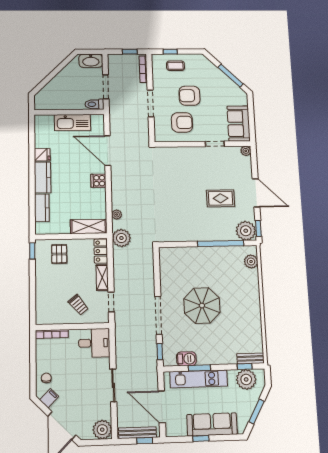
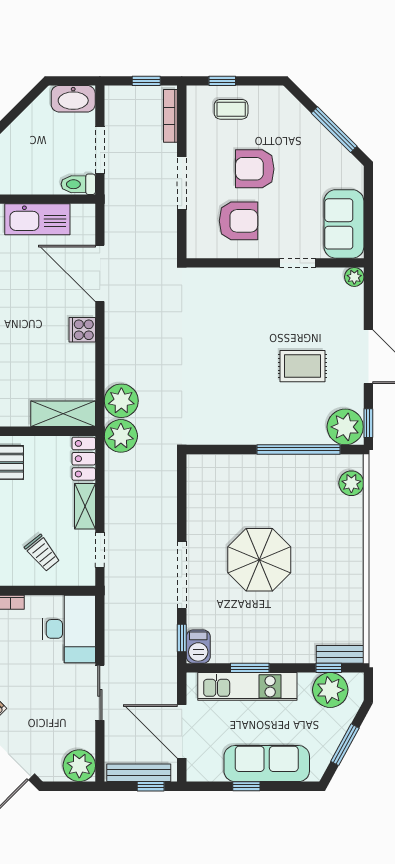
plant: (117, 215) -> (121, 401), width x1.88, depth x1.88
desk: (94, 343) -> (69, 629), width x1.37
barbecue: (186, 359) -> (198, 647), moved, turned 90

